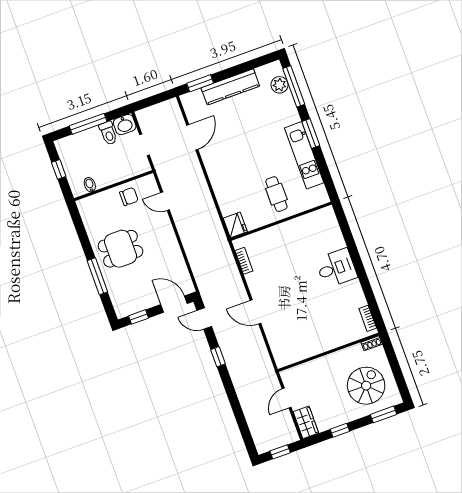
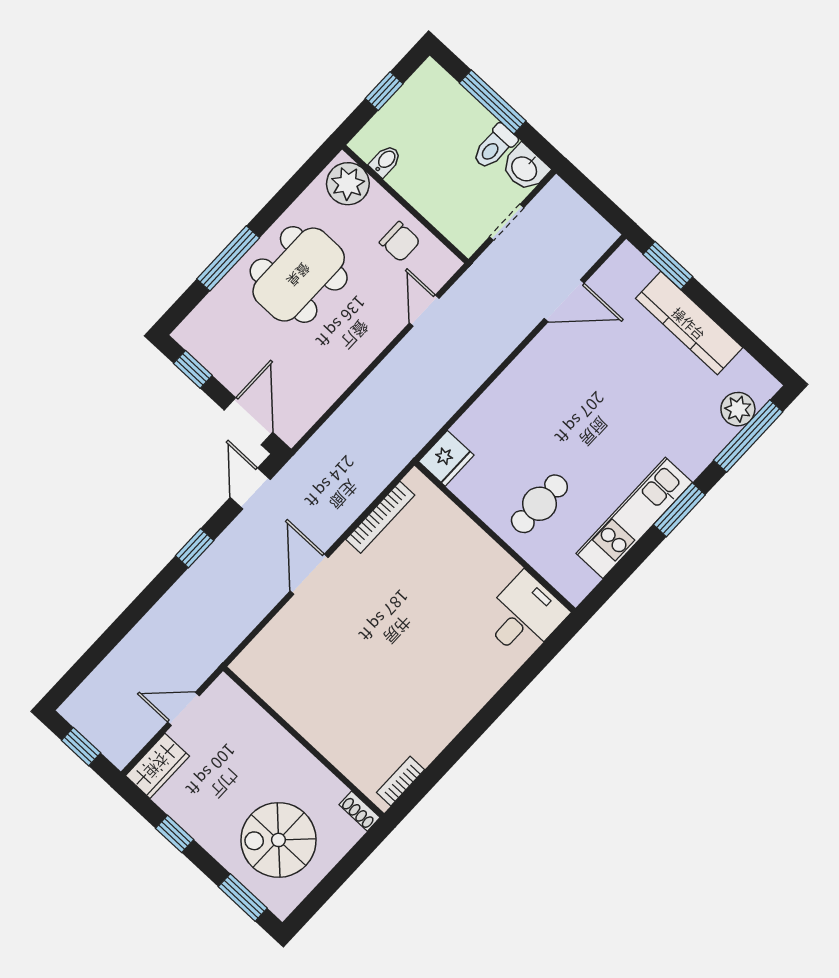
plant: (91, 206) -> (348, 184), added
dining table: (120, 249) -> (299, 275), width x1.38
bookcase: (244, 261) -> (380, 517), width x1.56
desk: (336, 268) -> (524, 616), moved, turned -90
spiral stairs: (366, 386) -> (278, 840), turned 180

